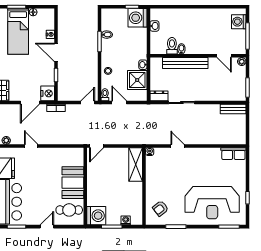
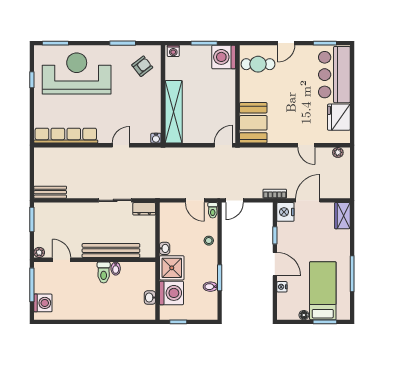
washing machine: (137, 18) -> (171, 293), moved
toilet: (172, 46) -> (104, 272), moved
shower: (137, 80) -> (172, 268), moved
door: (177, 146) -> (121, 145), swing flipped
row of seats: (233, 154) -> (66, 136), width x2.02
shelving: (136, 165) -> (174, 112), width x1.47
booth: (73, 183) -> (253, 123), moved
washing machine: (126, 220) -> (173, 51), moved

